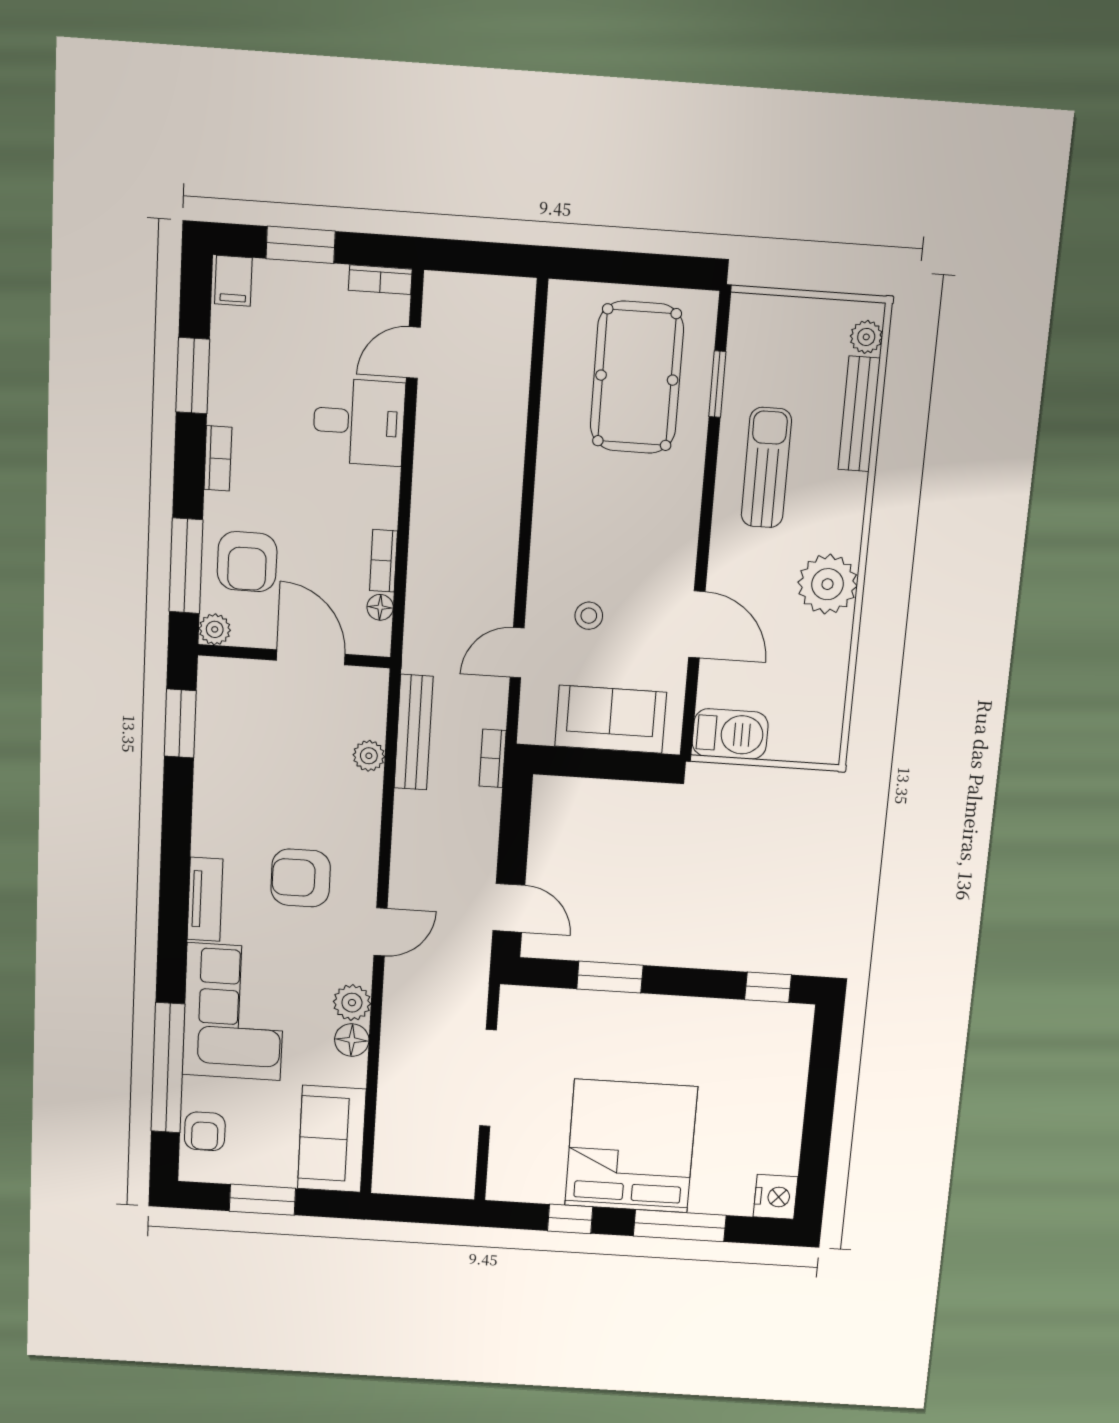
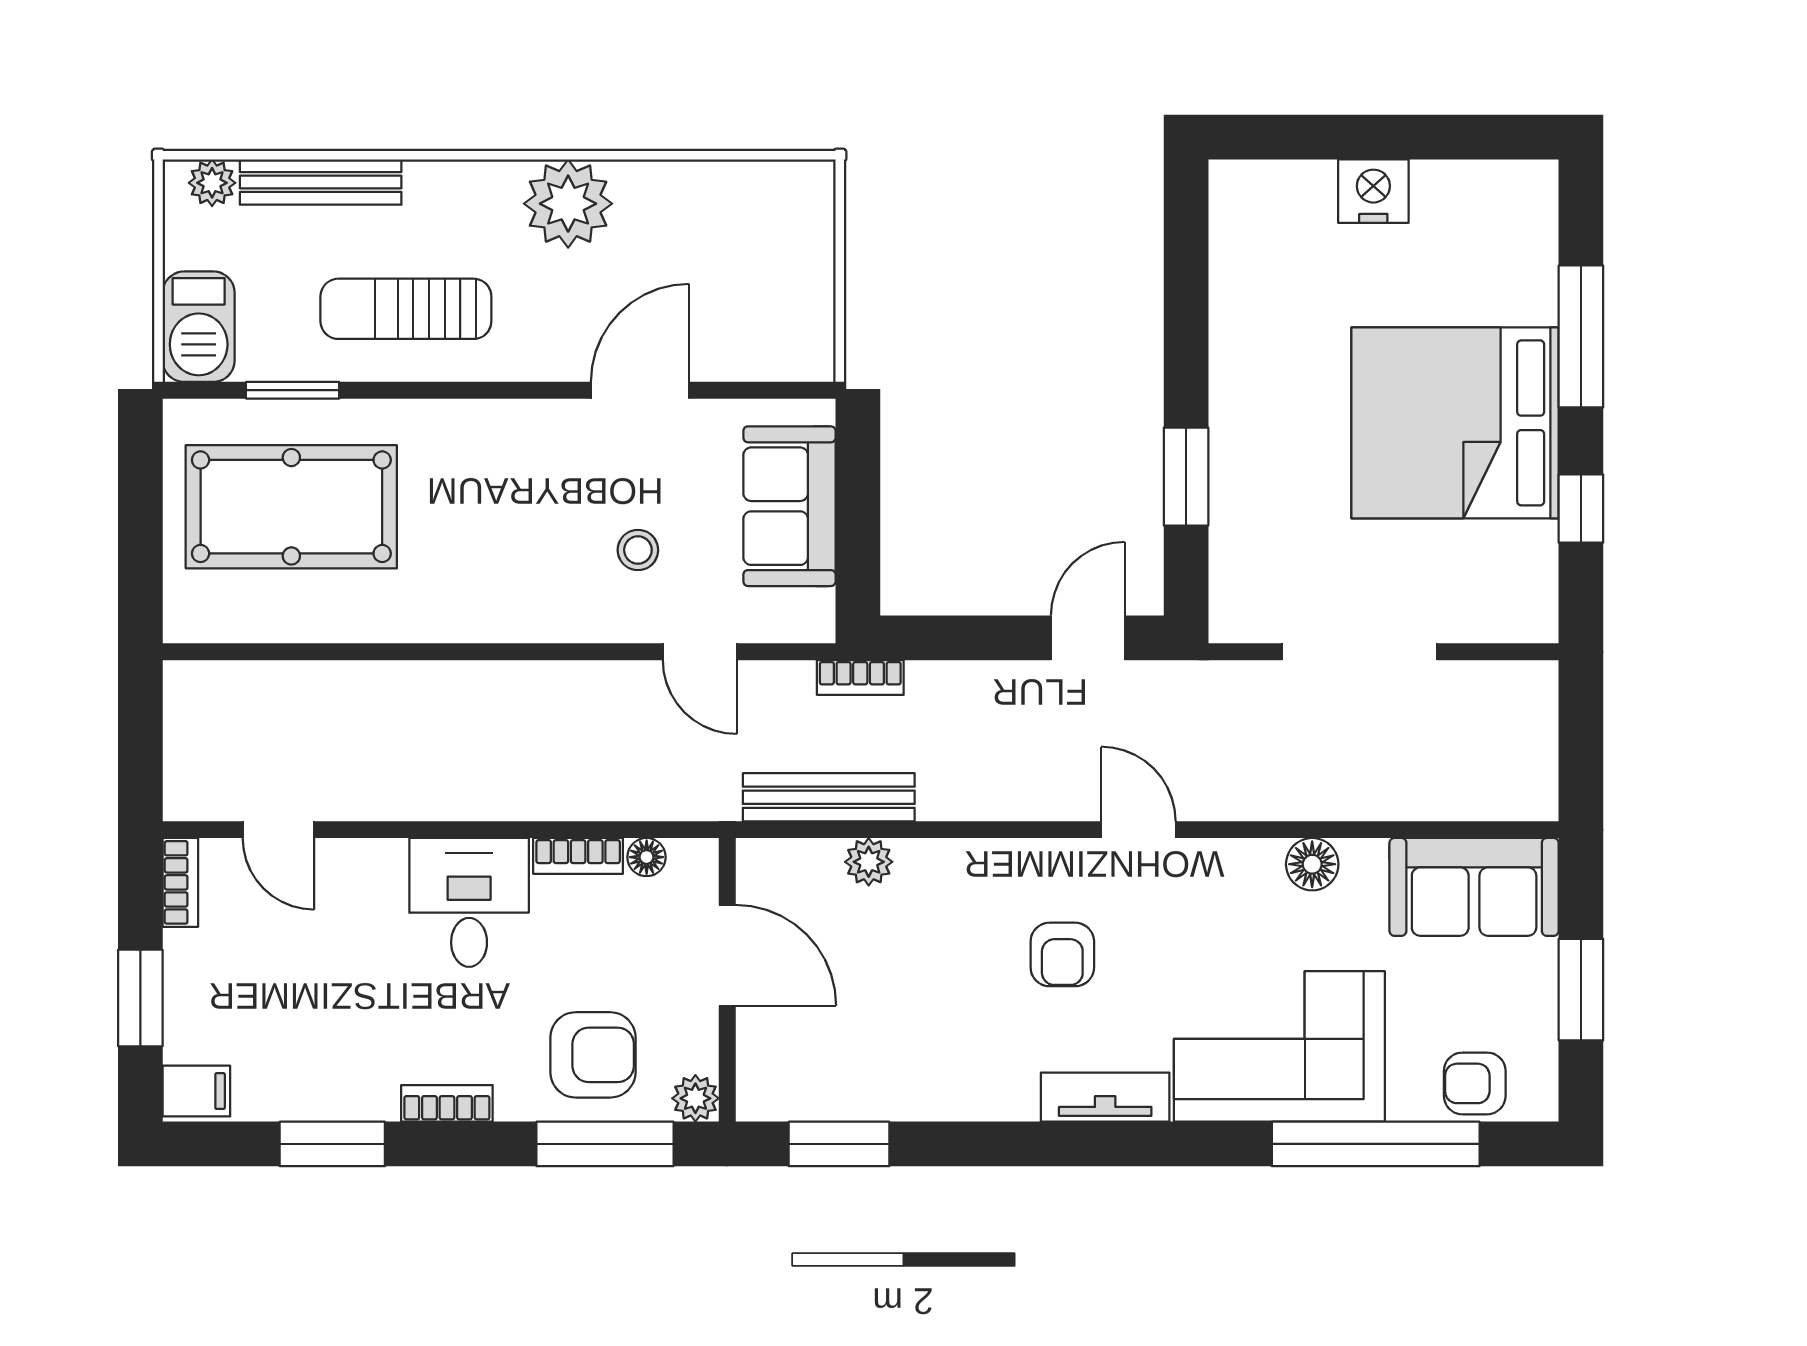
desk: (359, 422) -> (469, 902), moved
door: (311, 657) -> (727, 955), swing flipped
barbecue: (730, 734) -> (199, 327), moved, turned 180
armchair: (301, 878) -> (1062, 954), width x0.72, depth x0.72
window: (768, 987) -> (1186, 234), removed
plant: (352, 1003) -> (1253, 867), removed
armchair: (205, 1131) -> (1475, 1083), turned 180
nightstand: (776, 1197) -> (1373, 191), moved

